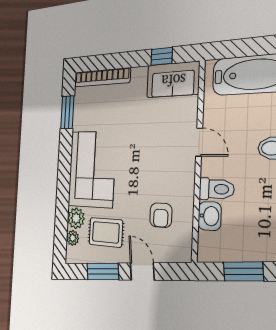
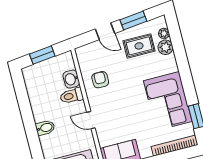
corner sofa: (92, 169) -> (168, 101), moved
armchair: (161, 215) -> (100, 80), moved

